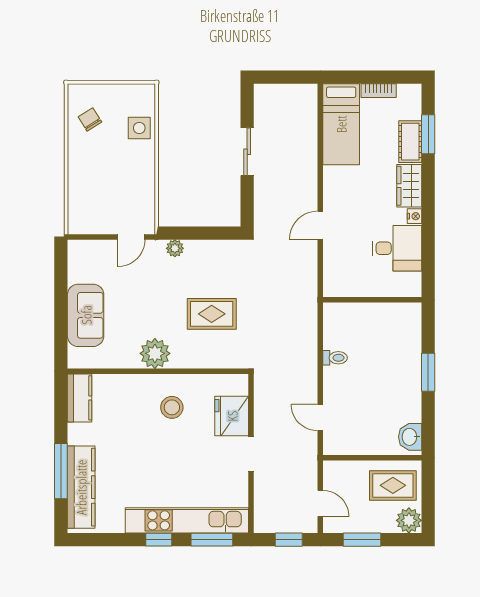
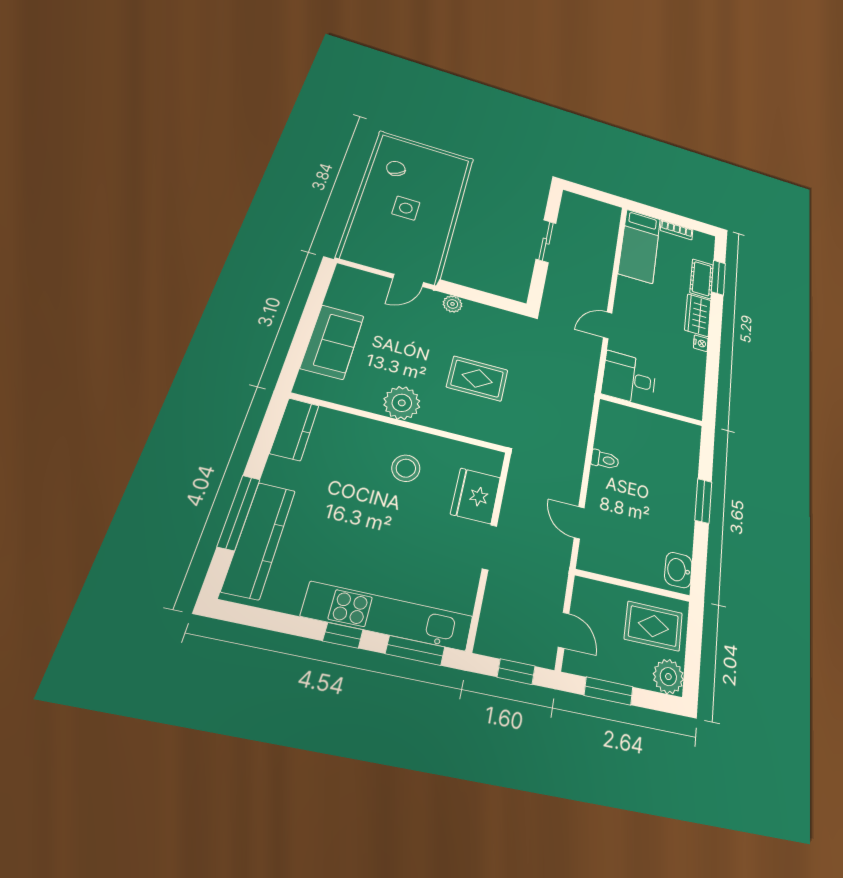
side table: (139, 128) -> (406, 208), moved
desk: (397, 248) -> (629, 378), moved, turned 180

